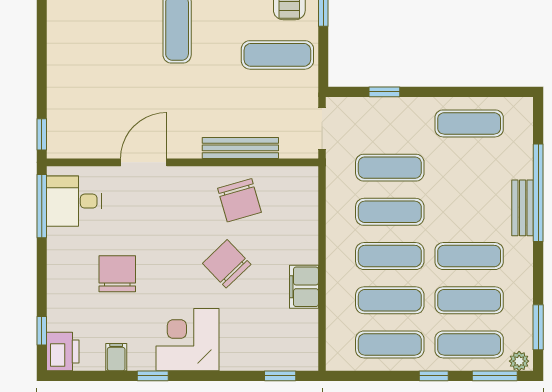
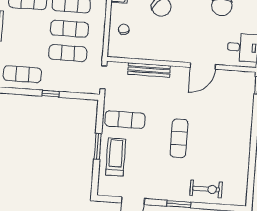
window: (384, 92) -> (51, 94), moved
chair: (239, 200) -> (124, 29), moved, width x0.54, depth x0.54

